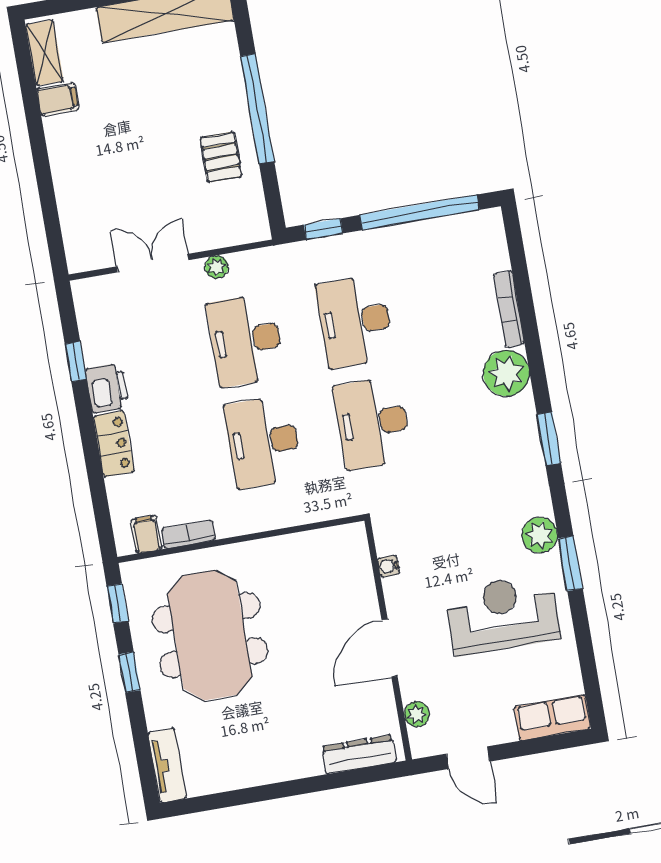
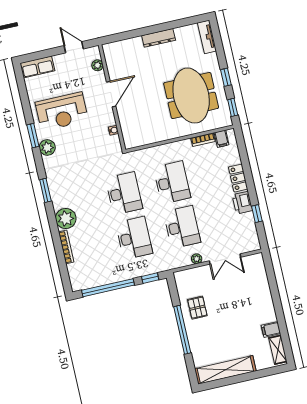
dresser: (359, 754) -> (159, 38), moved

